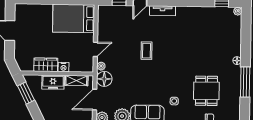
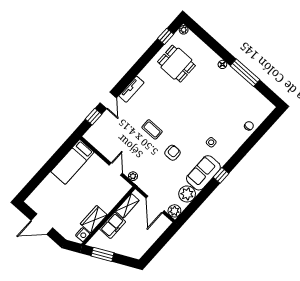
bed: (74, 18) -> (72, 162), width x0.67
nightstand: (64, 67) -> (83, 235), moved
floor lamp: (104, 79) -> (145, 182), removed
armchair: (143, 80) -> (172, 153), added
dining table: (206, 91) -> (176, 64), moved

